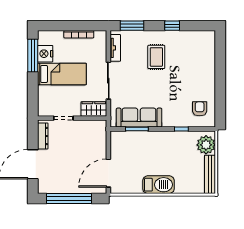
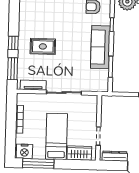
window: (172, 26) -> (13, 43), moved
nightstand: (45, 54) -> (24, 151), moved
wardrobe: (94, 109) -> (79, 153), moved, turned 90
sofa: (139, 118) -> (100, 47), moved

